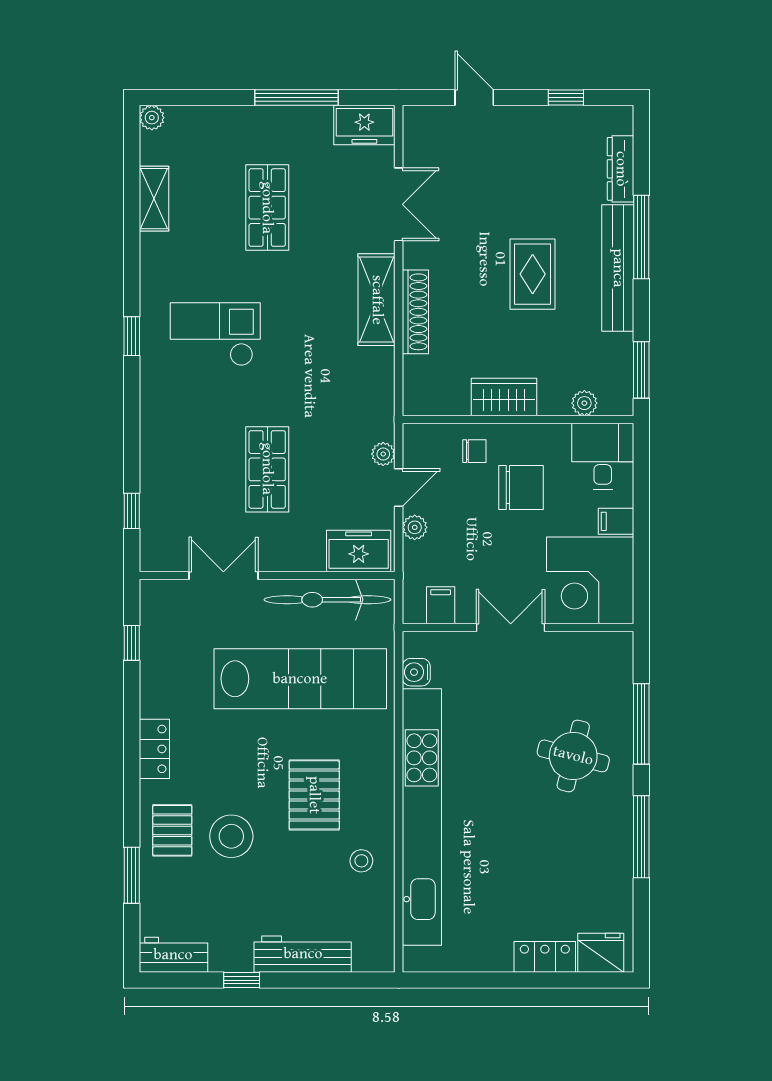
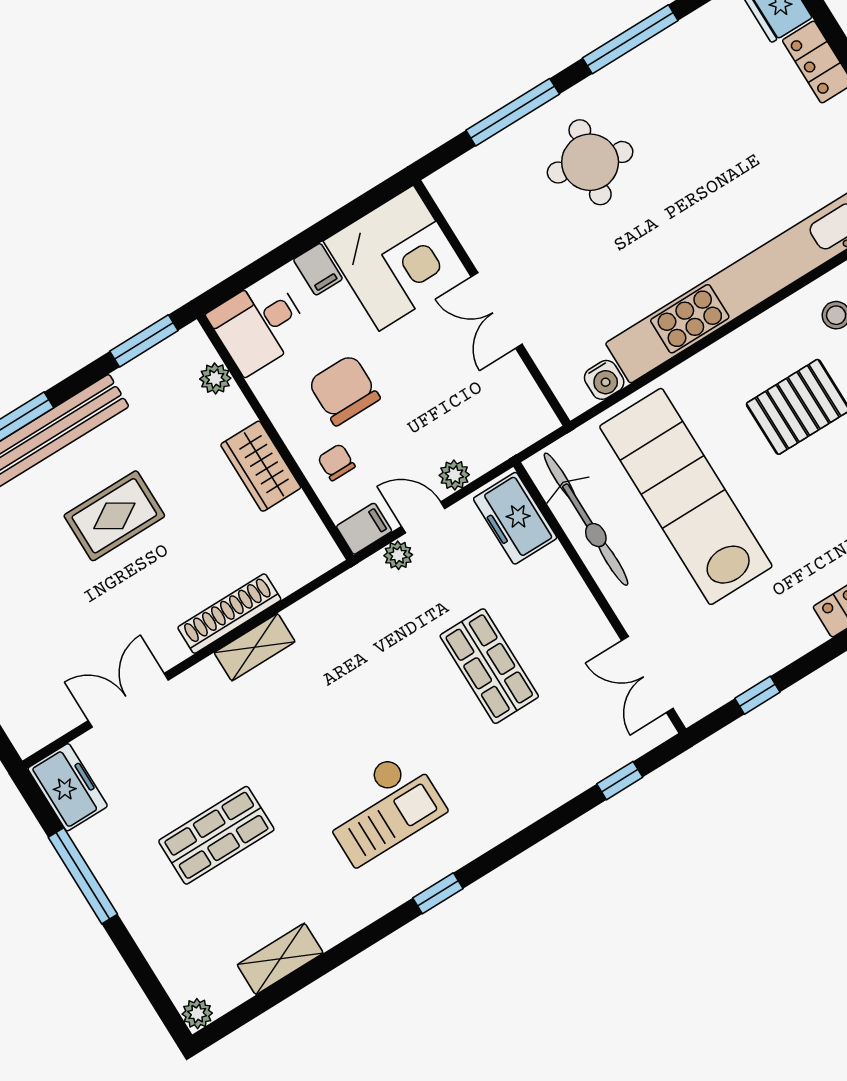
shelving: (377, 300) -> (255, 647), width x0.67, depth x0.75
checkout: (215, 334) -> (382, 807), turned -90
shop shelf: (267, 469) -> (489, 666), turned 90
double door: (223, 575) -> (647, 675), moved
filing cabinet: (441, 605) -> (364, 529), moved, turned 180

